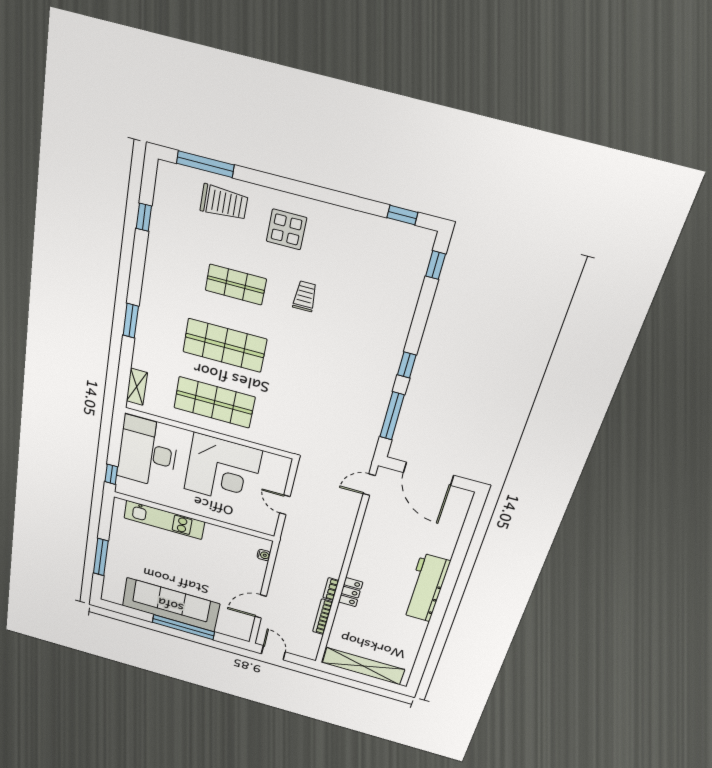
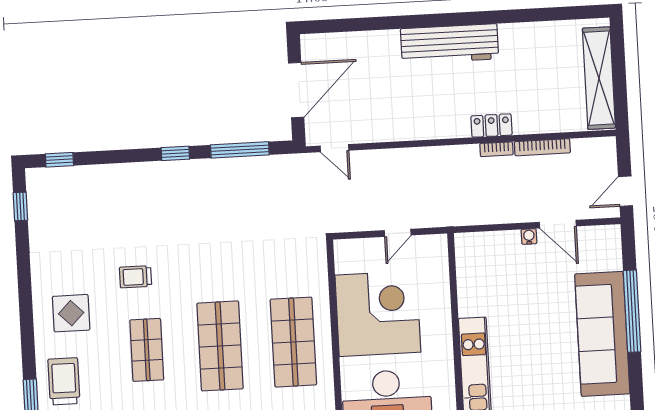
water cooler: (264, 555) -> (529, 237), moved

